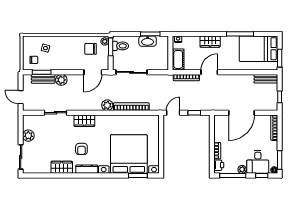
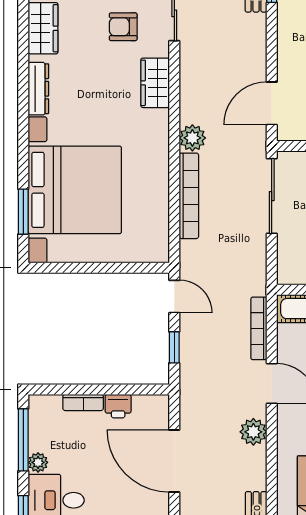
door: (93, 72) -> (272, 103), hinge flipped
plant: (61, 80) -> (253, 432), moved
armchair: (81, 149) -> (123, 27), moved
printer: (219, 165) -> (118, 406), moved

